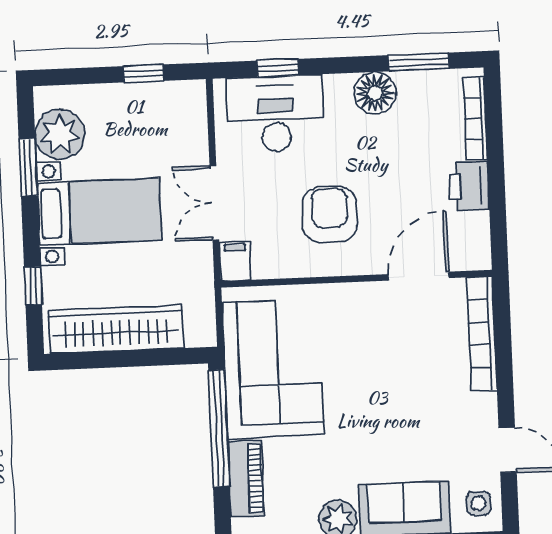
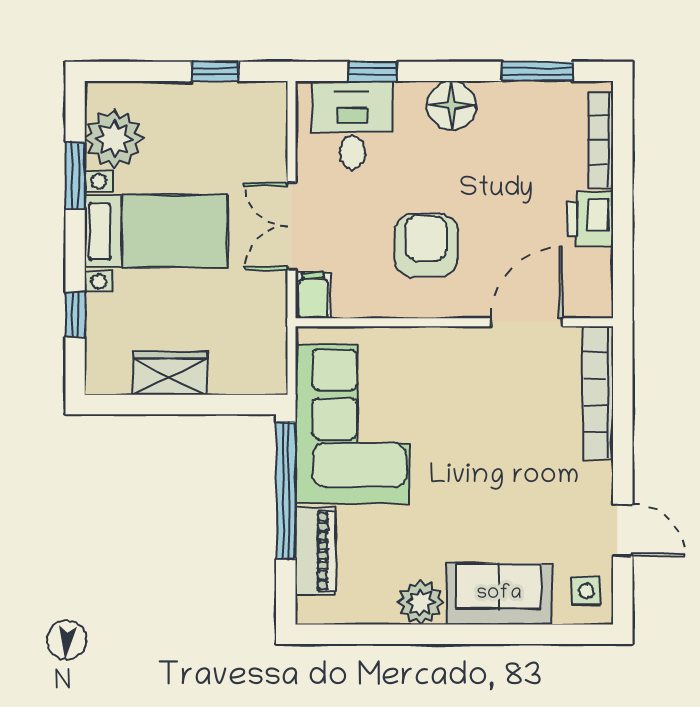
floor lamp: (375, 93) -> (452, 106), moved
desk: (276, 114) -> (352, 125), width x0.73
wardrobe: (116, 329) -> (170, 373), width x0.48, depth x0.85

